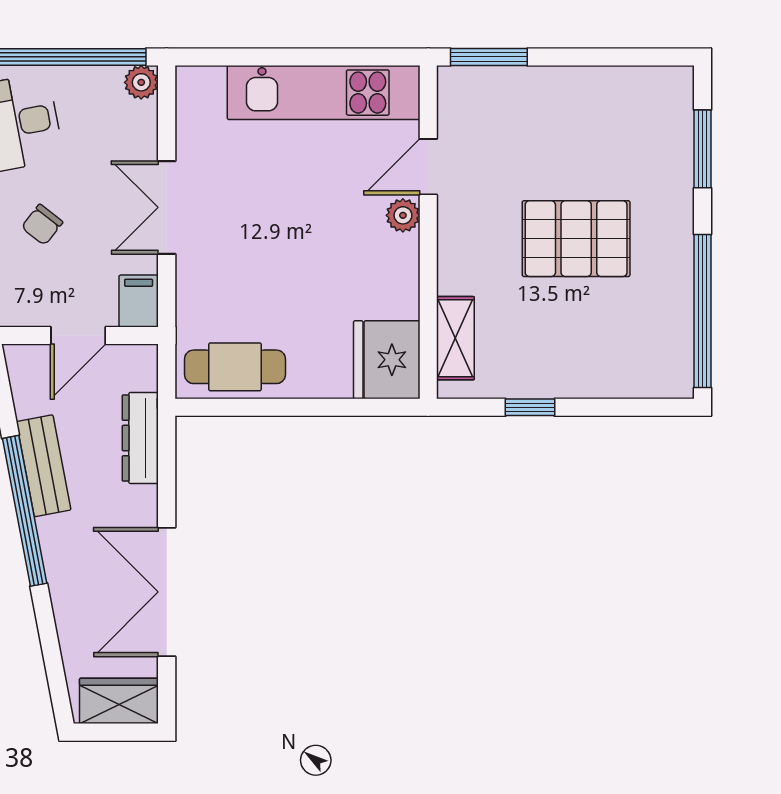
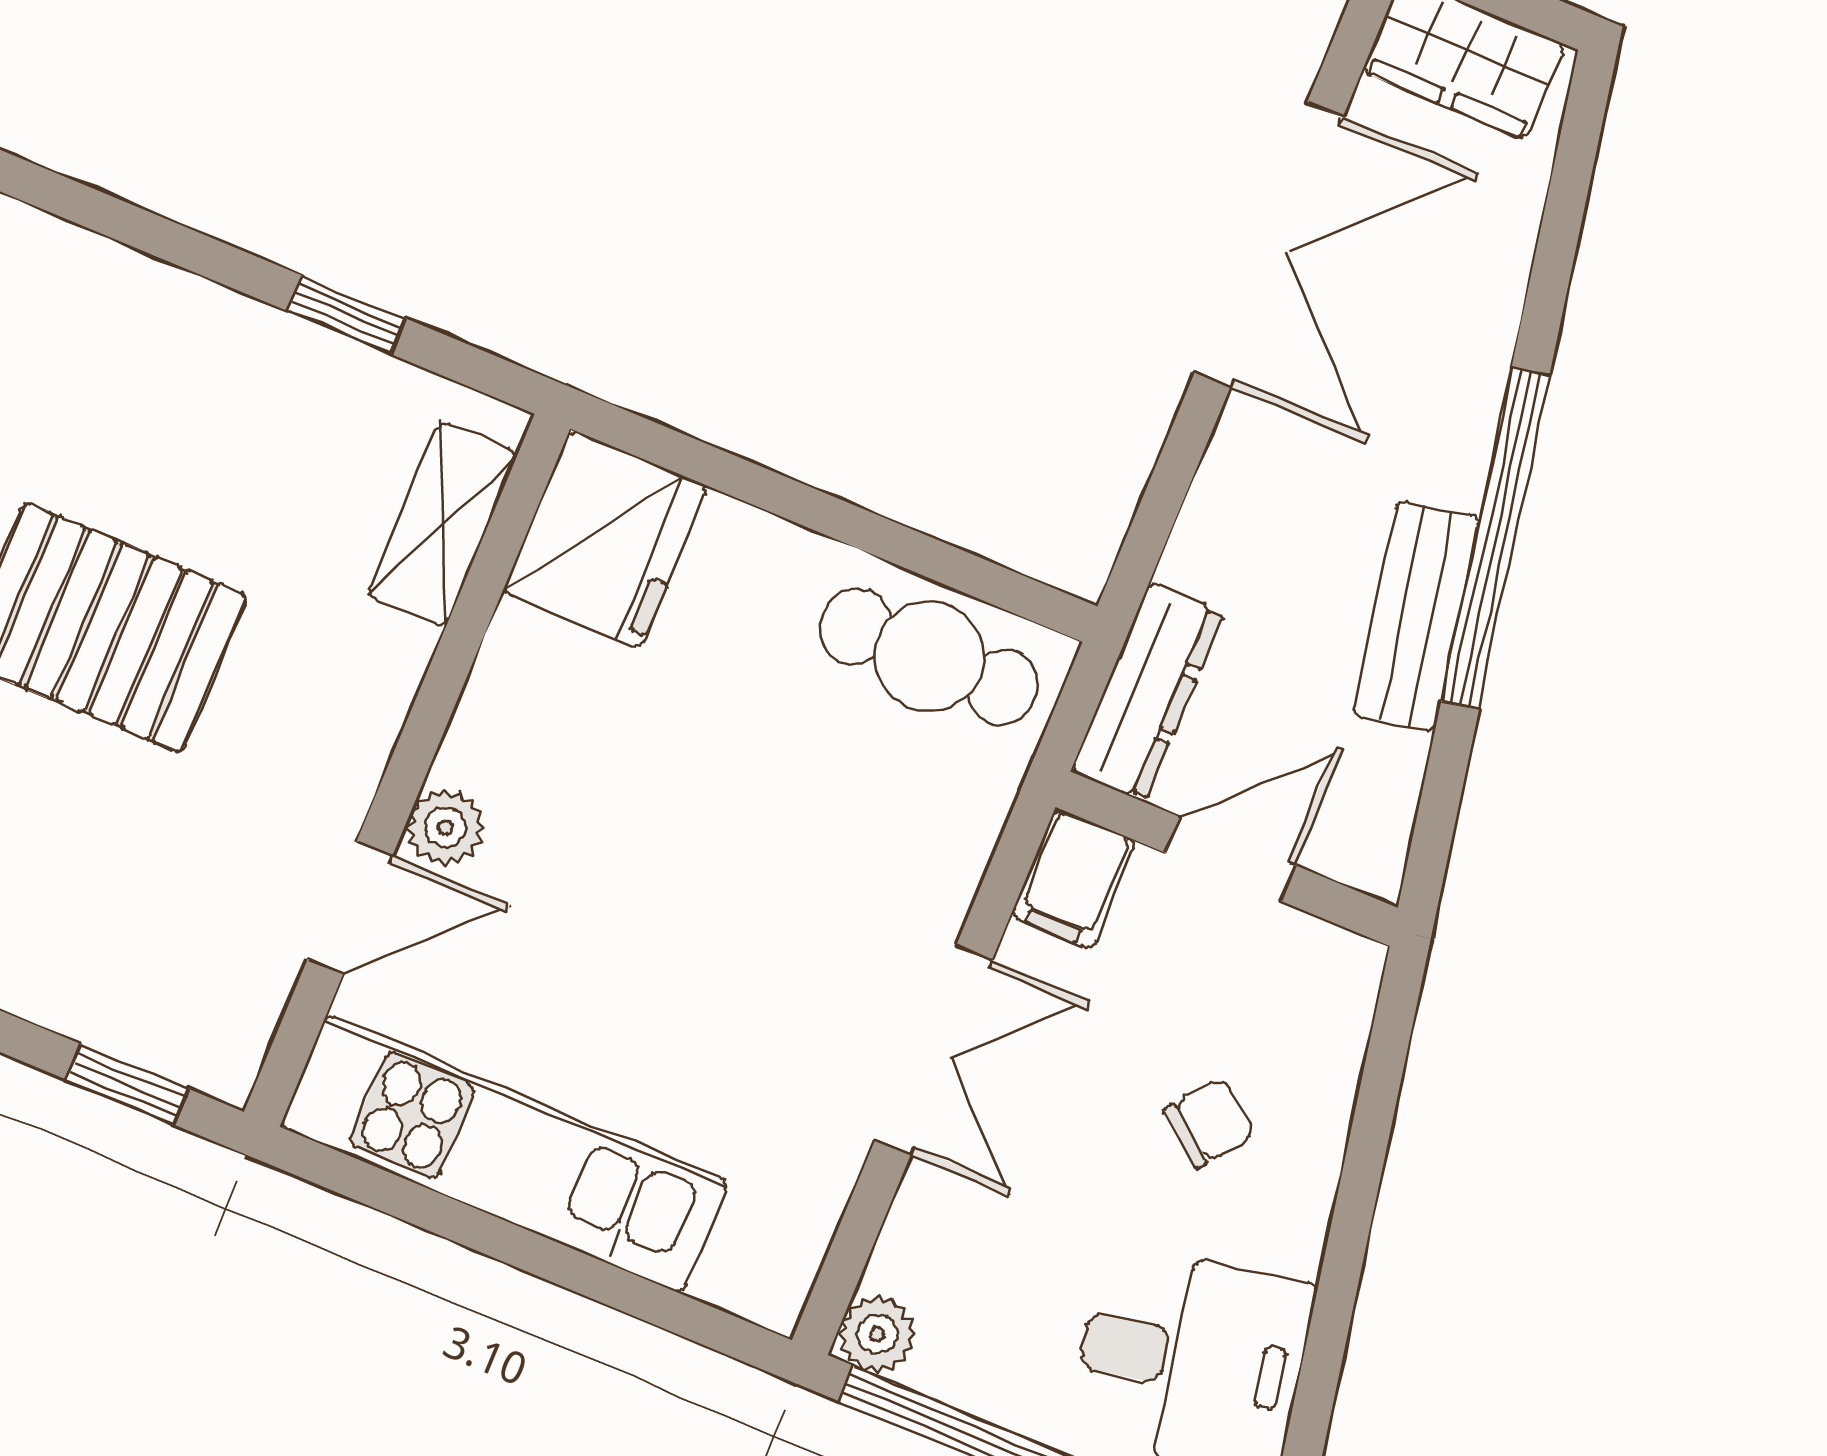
window: (489, 57) -> (127, 1084), width x0.67
dresser: (140, 438) -> (1147, 692), moved

